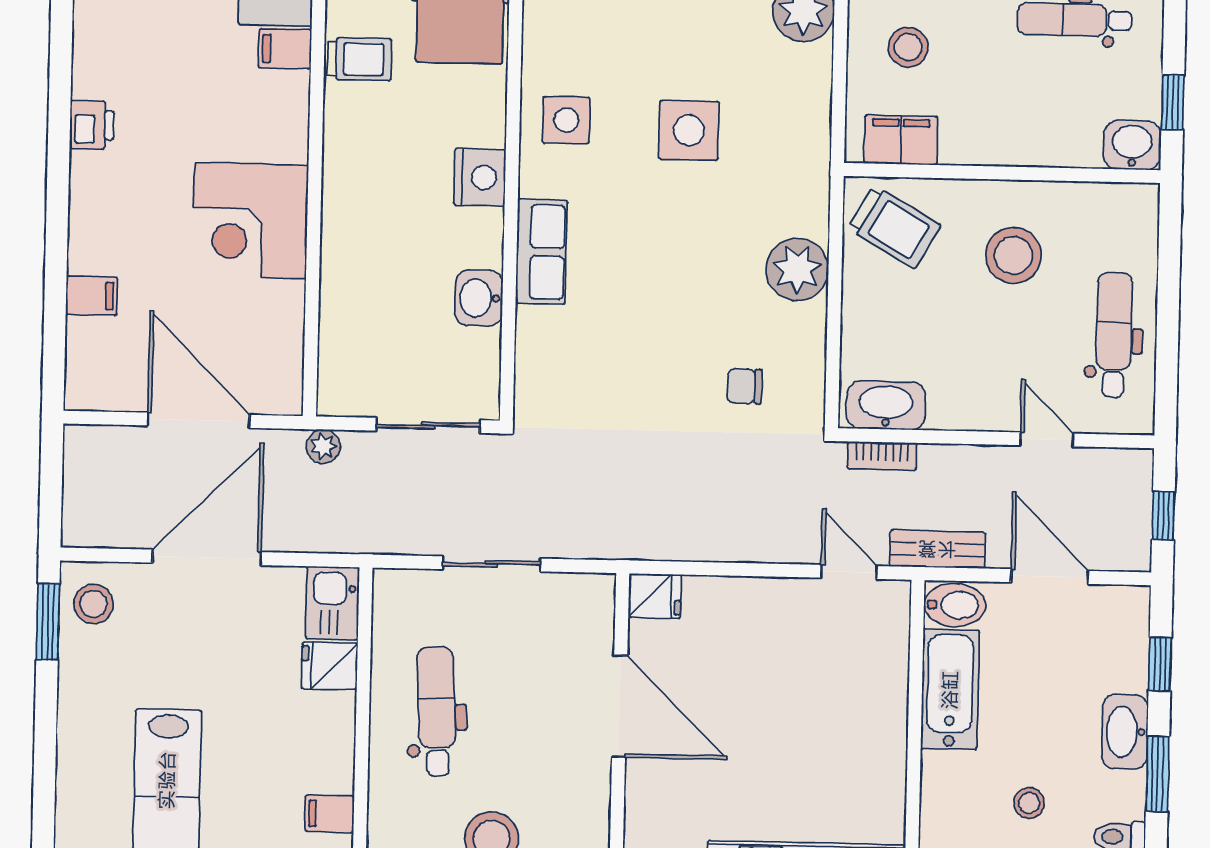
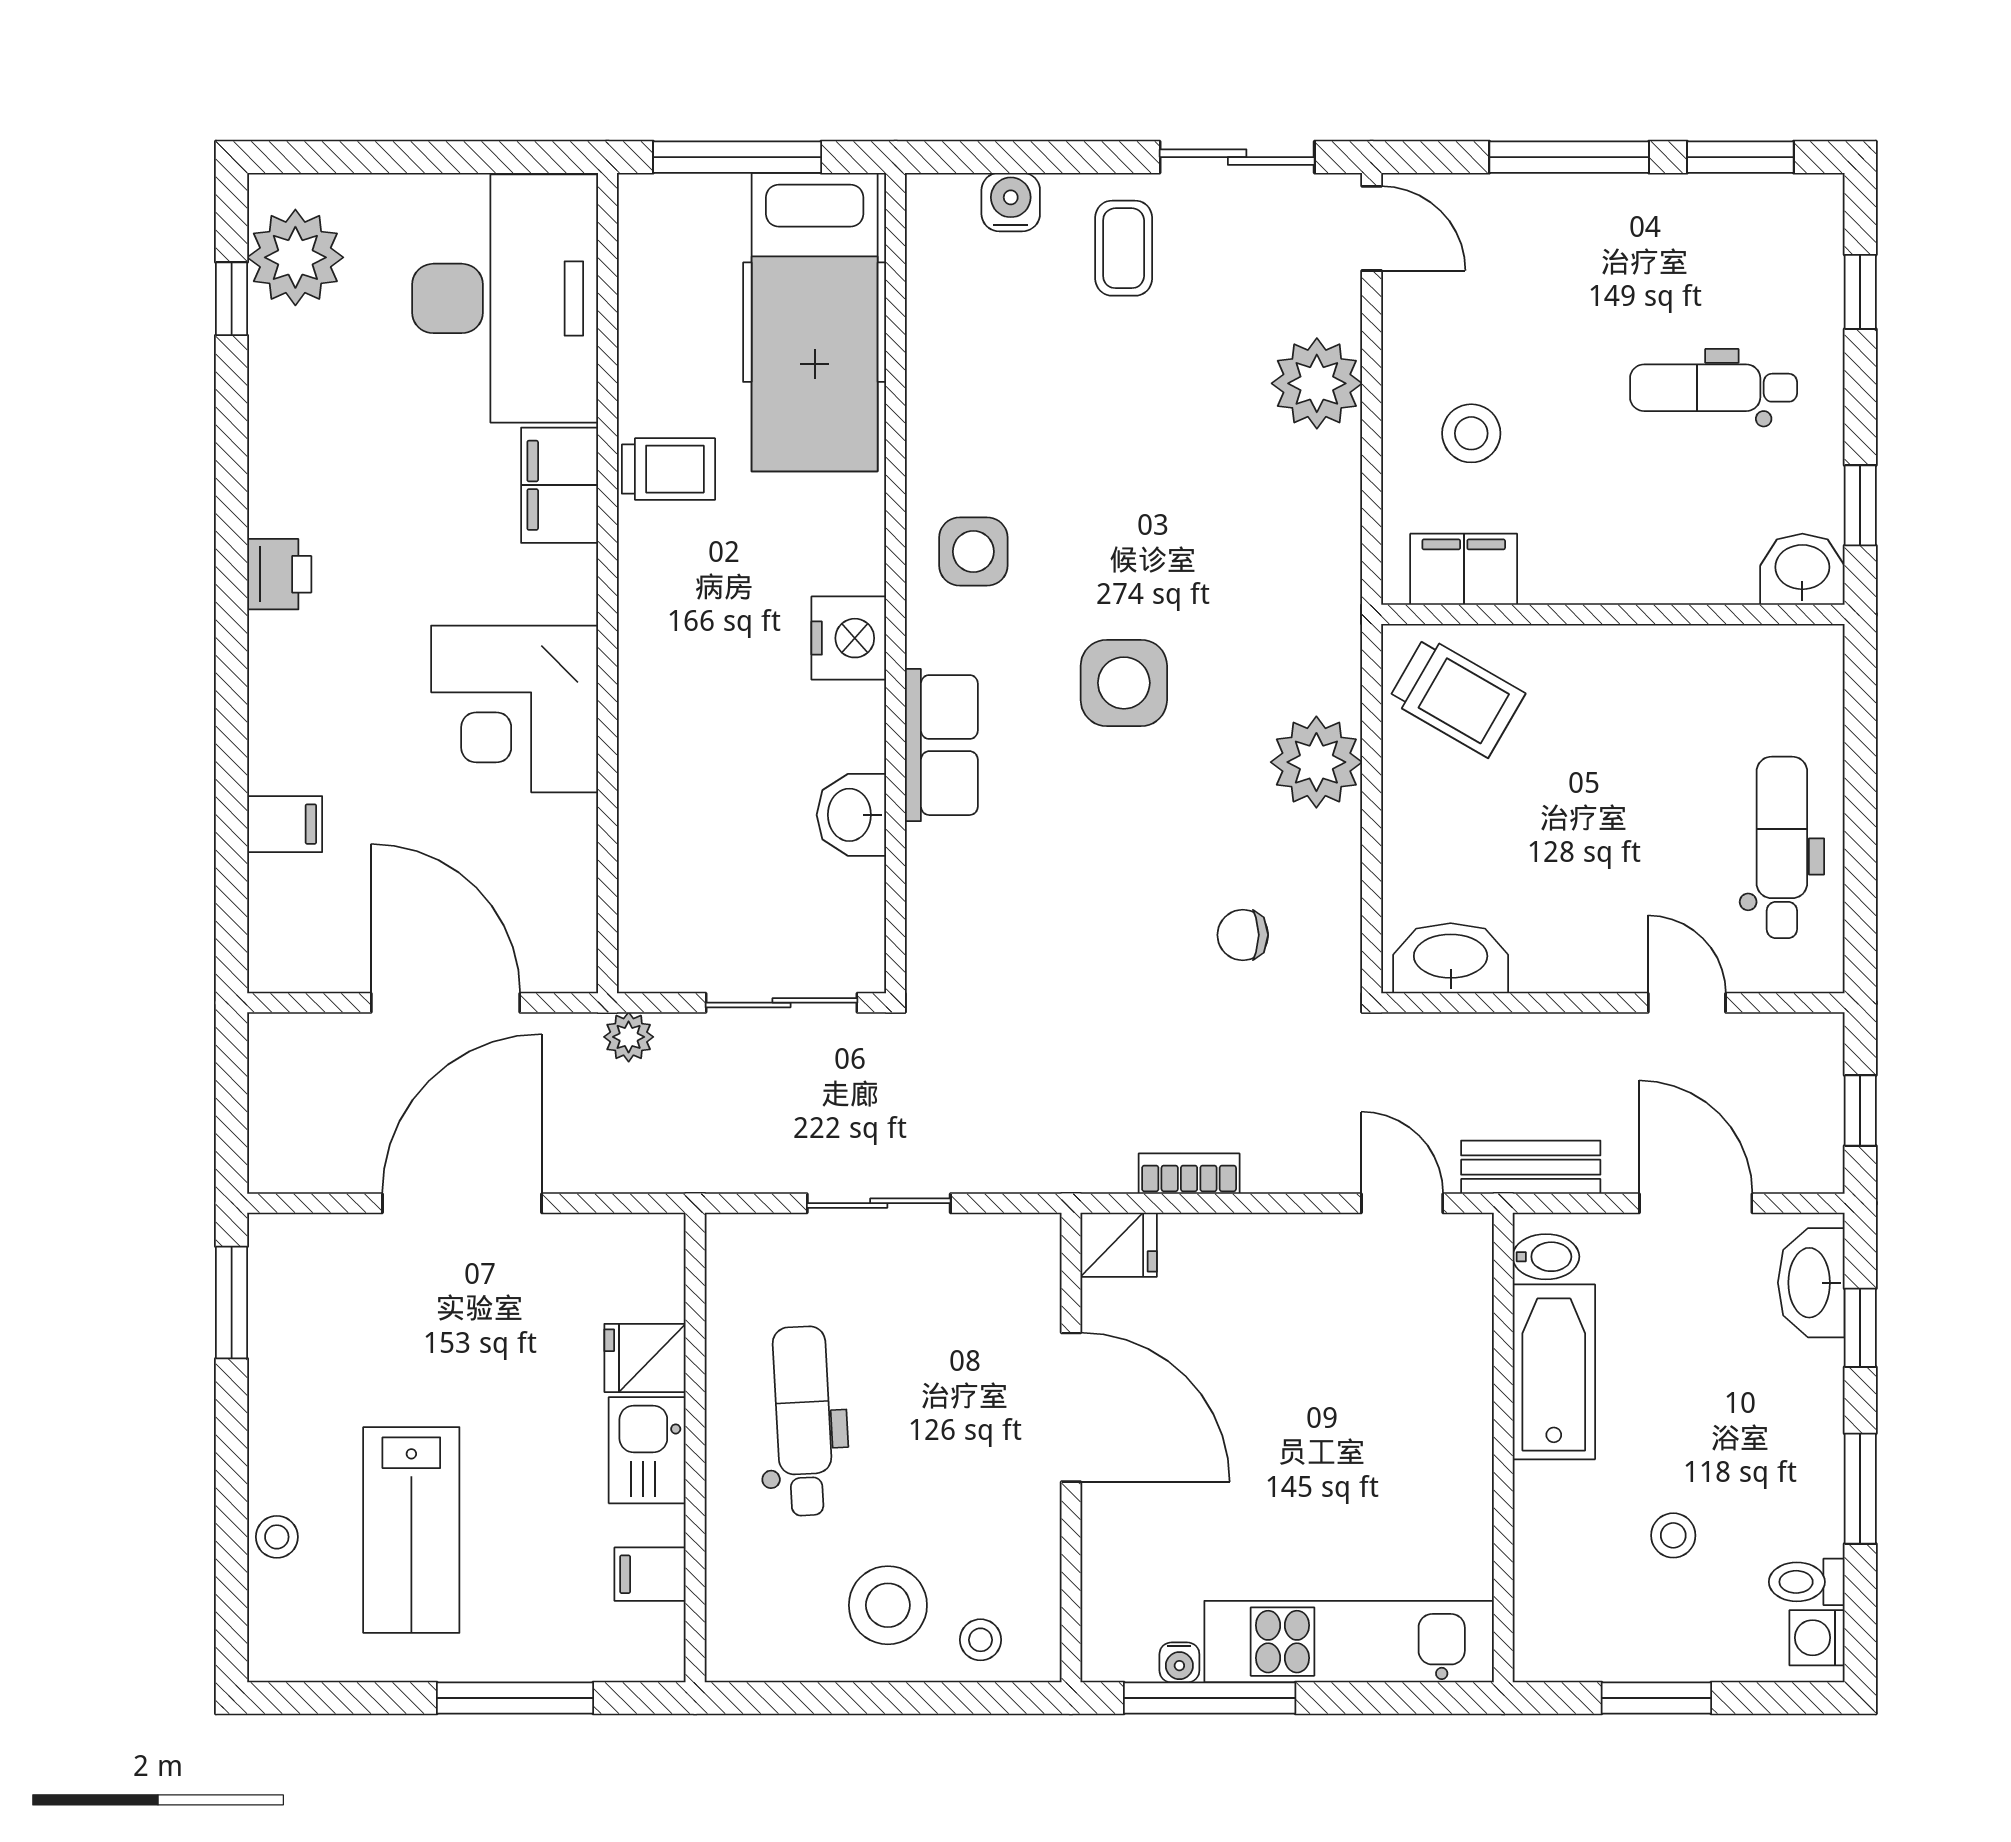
filing cabinet: (285, 49) -> (560, 485), width x2.00
side table: (689, 130) -> (1124, 683), moved
stool: (1013, 255) -> (1632, 735), removed
bookcase: (882, 456) -> (1189, 1174), moved, turned 180
kitchen sink: (332, 603) -> (647, 1450), moved
stool: (93, 604) -> (277, 1537), moved, width x0.73, depth x0.73
bidet: (955, 605) -> (1546, 1257), width x0.72, depth x0.74
washbasin: (1125, 732) -> (1811, 1283), moved

